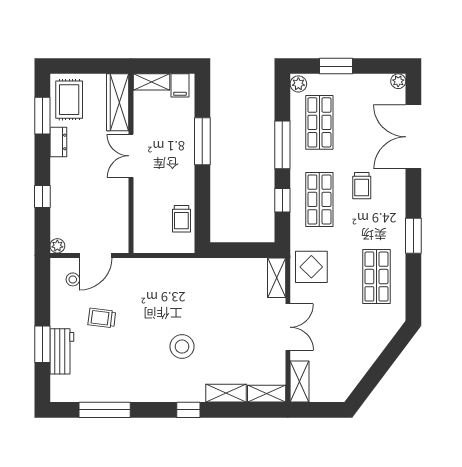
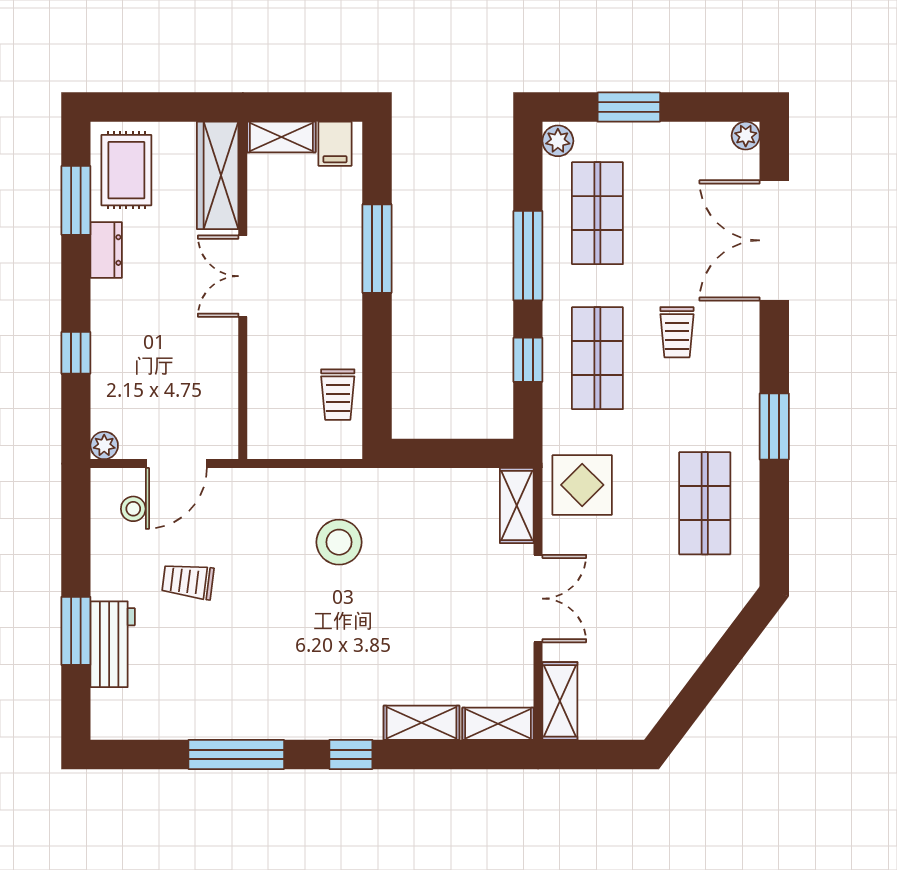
stool: (182, 347) -> (339, 542), moved
window: (105, 410) -> (236, 754), moved

